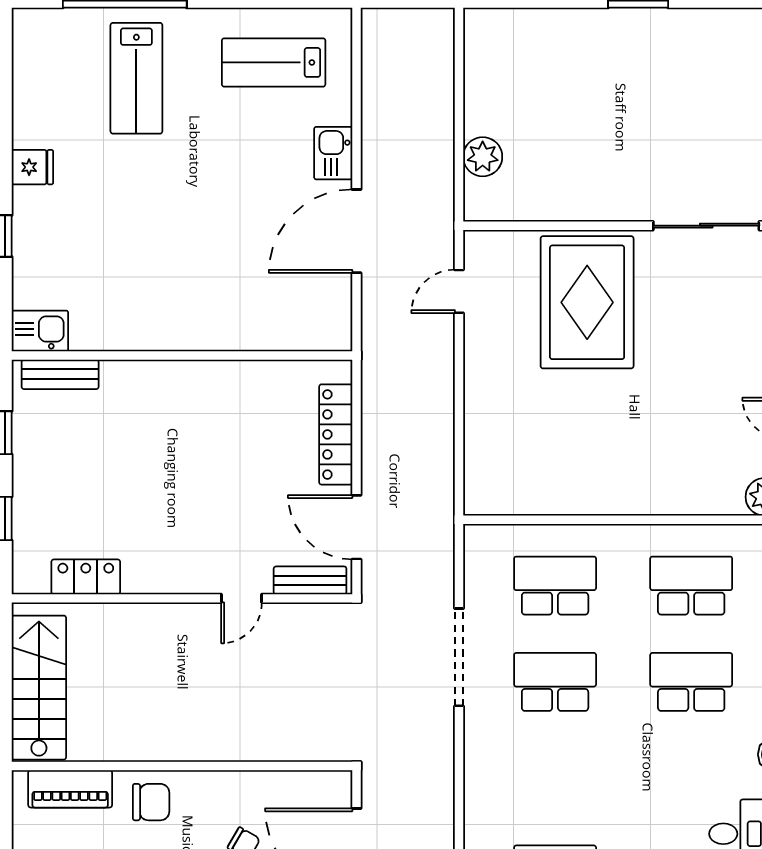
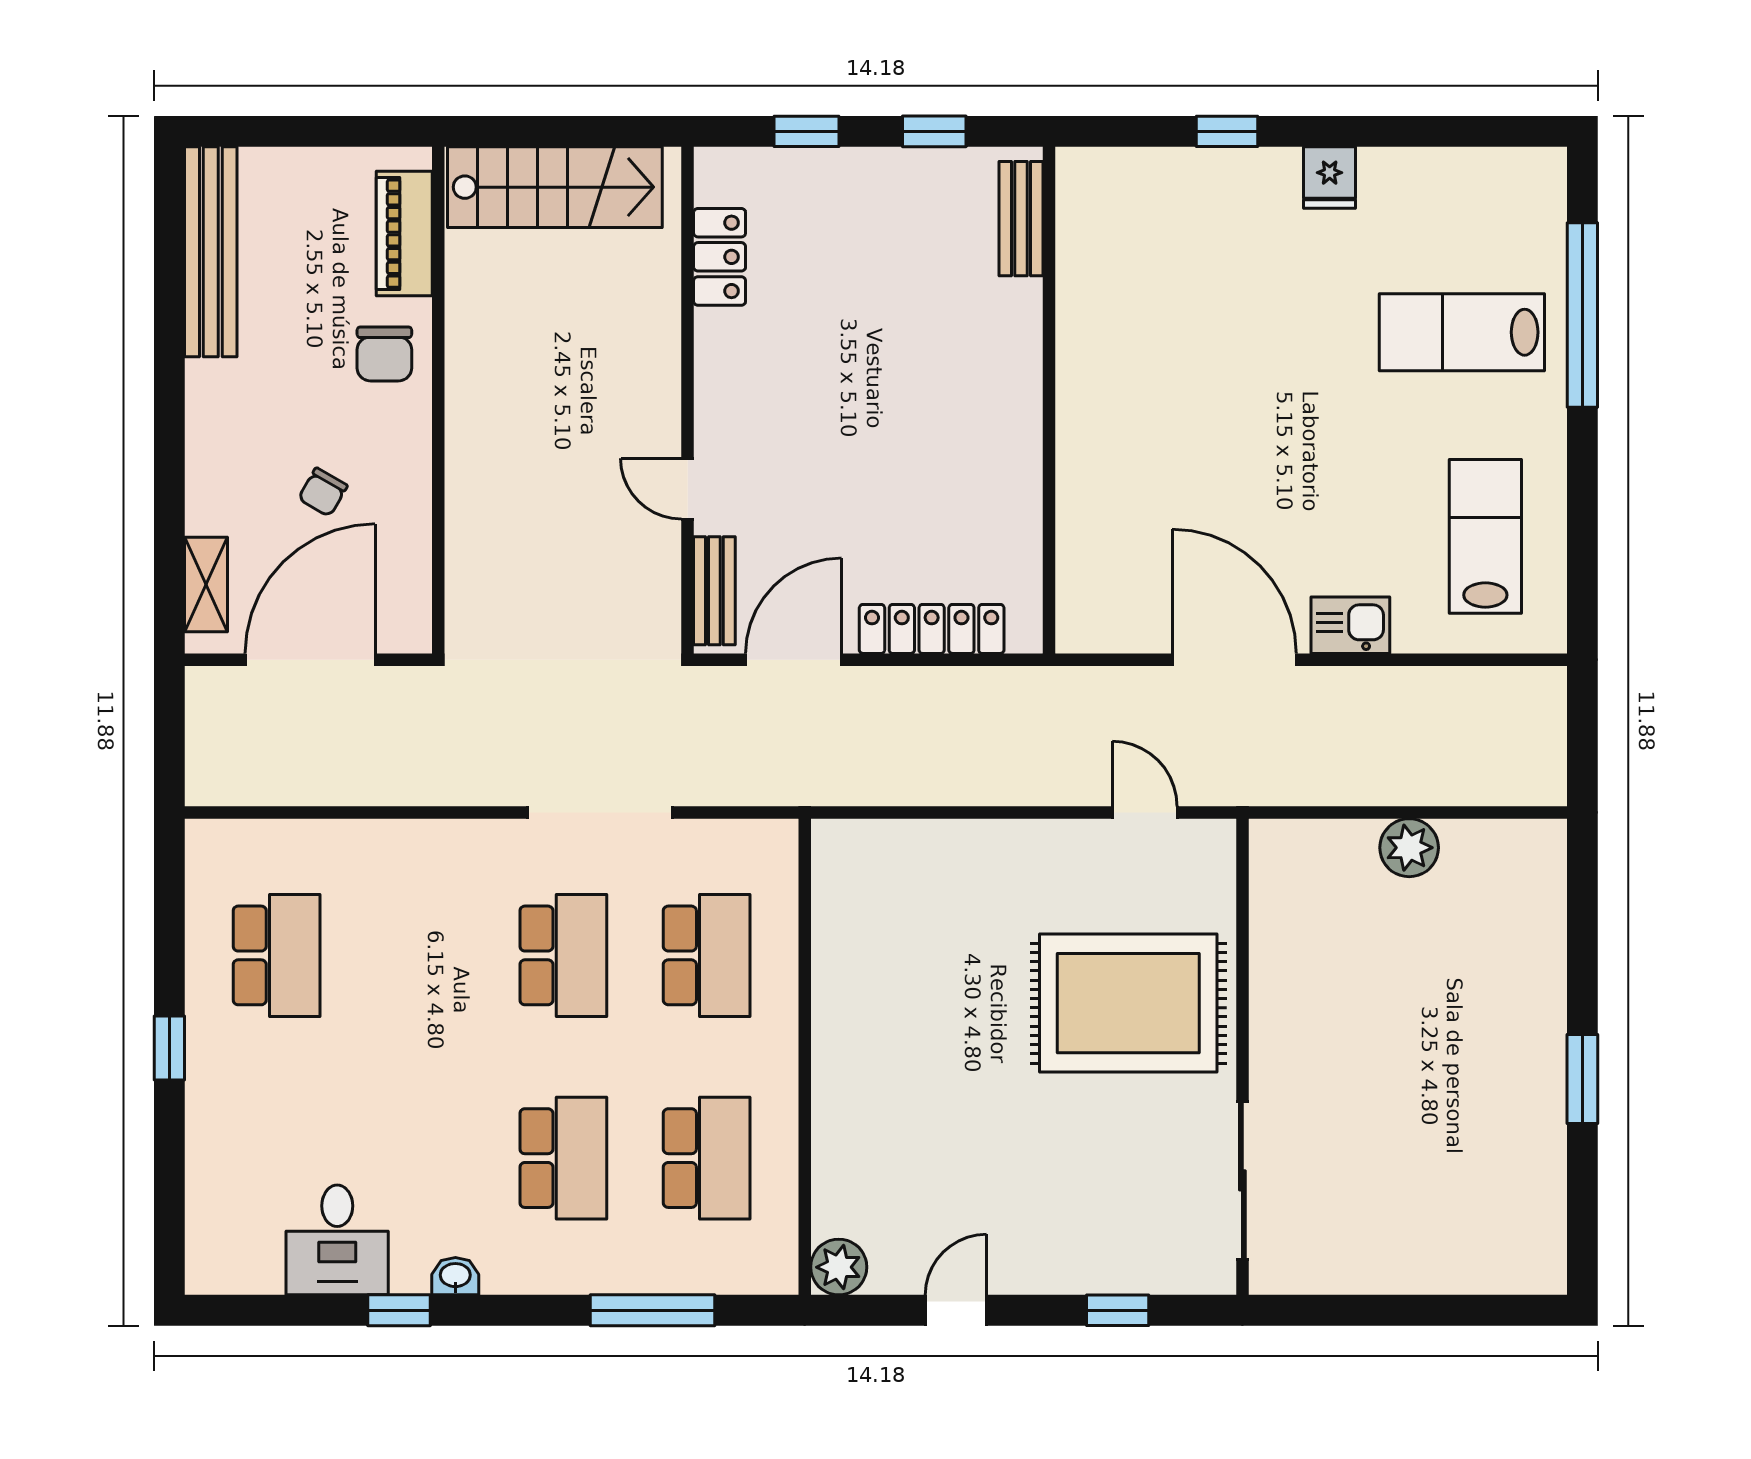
plant: (483, 157) -> (1409, 848), moved
kitchen sink: (40, 331) -> (1086, 189), removed

